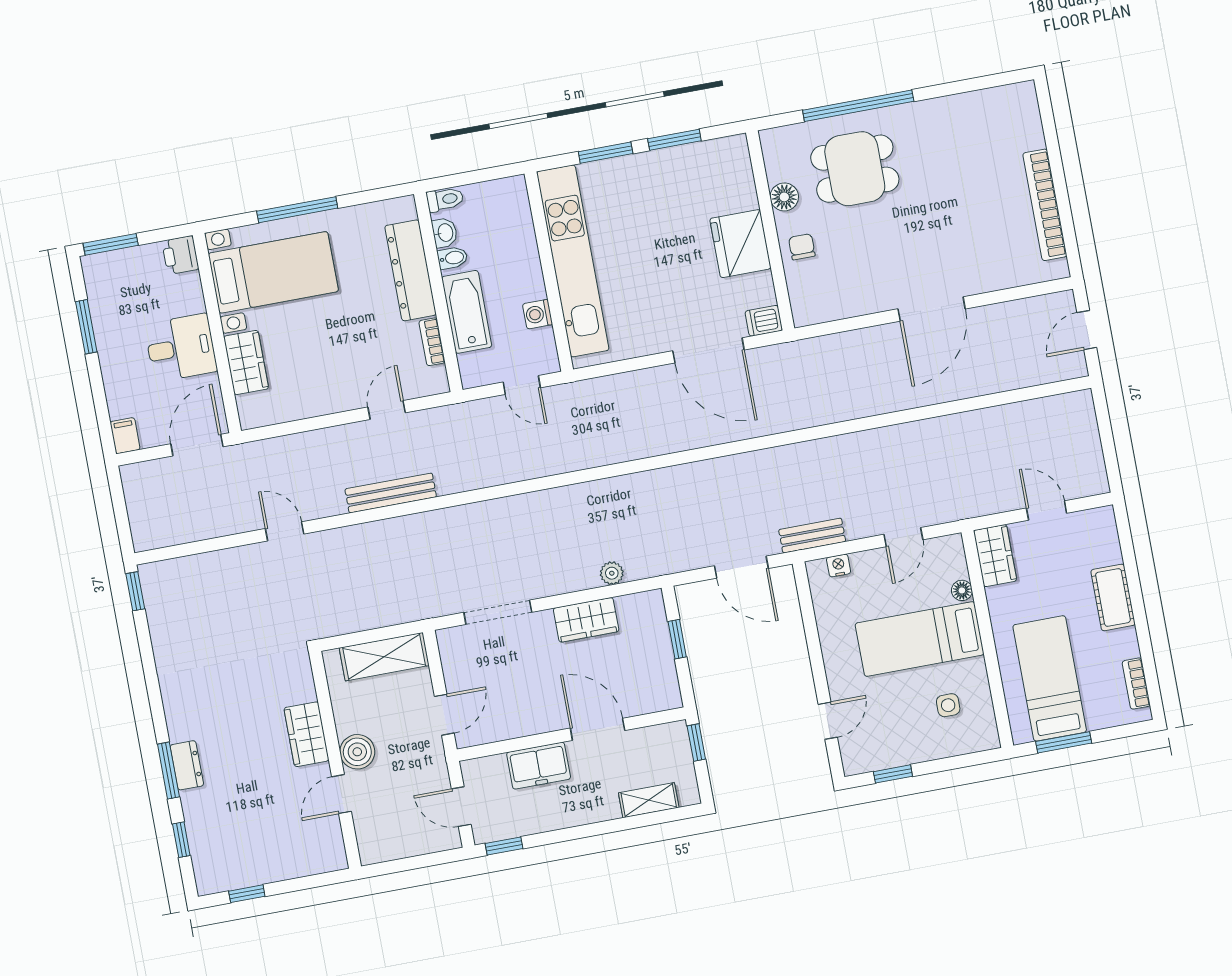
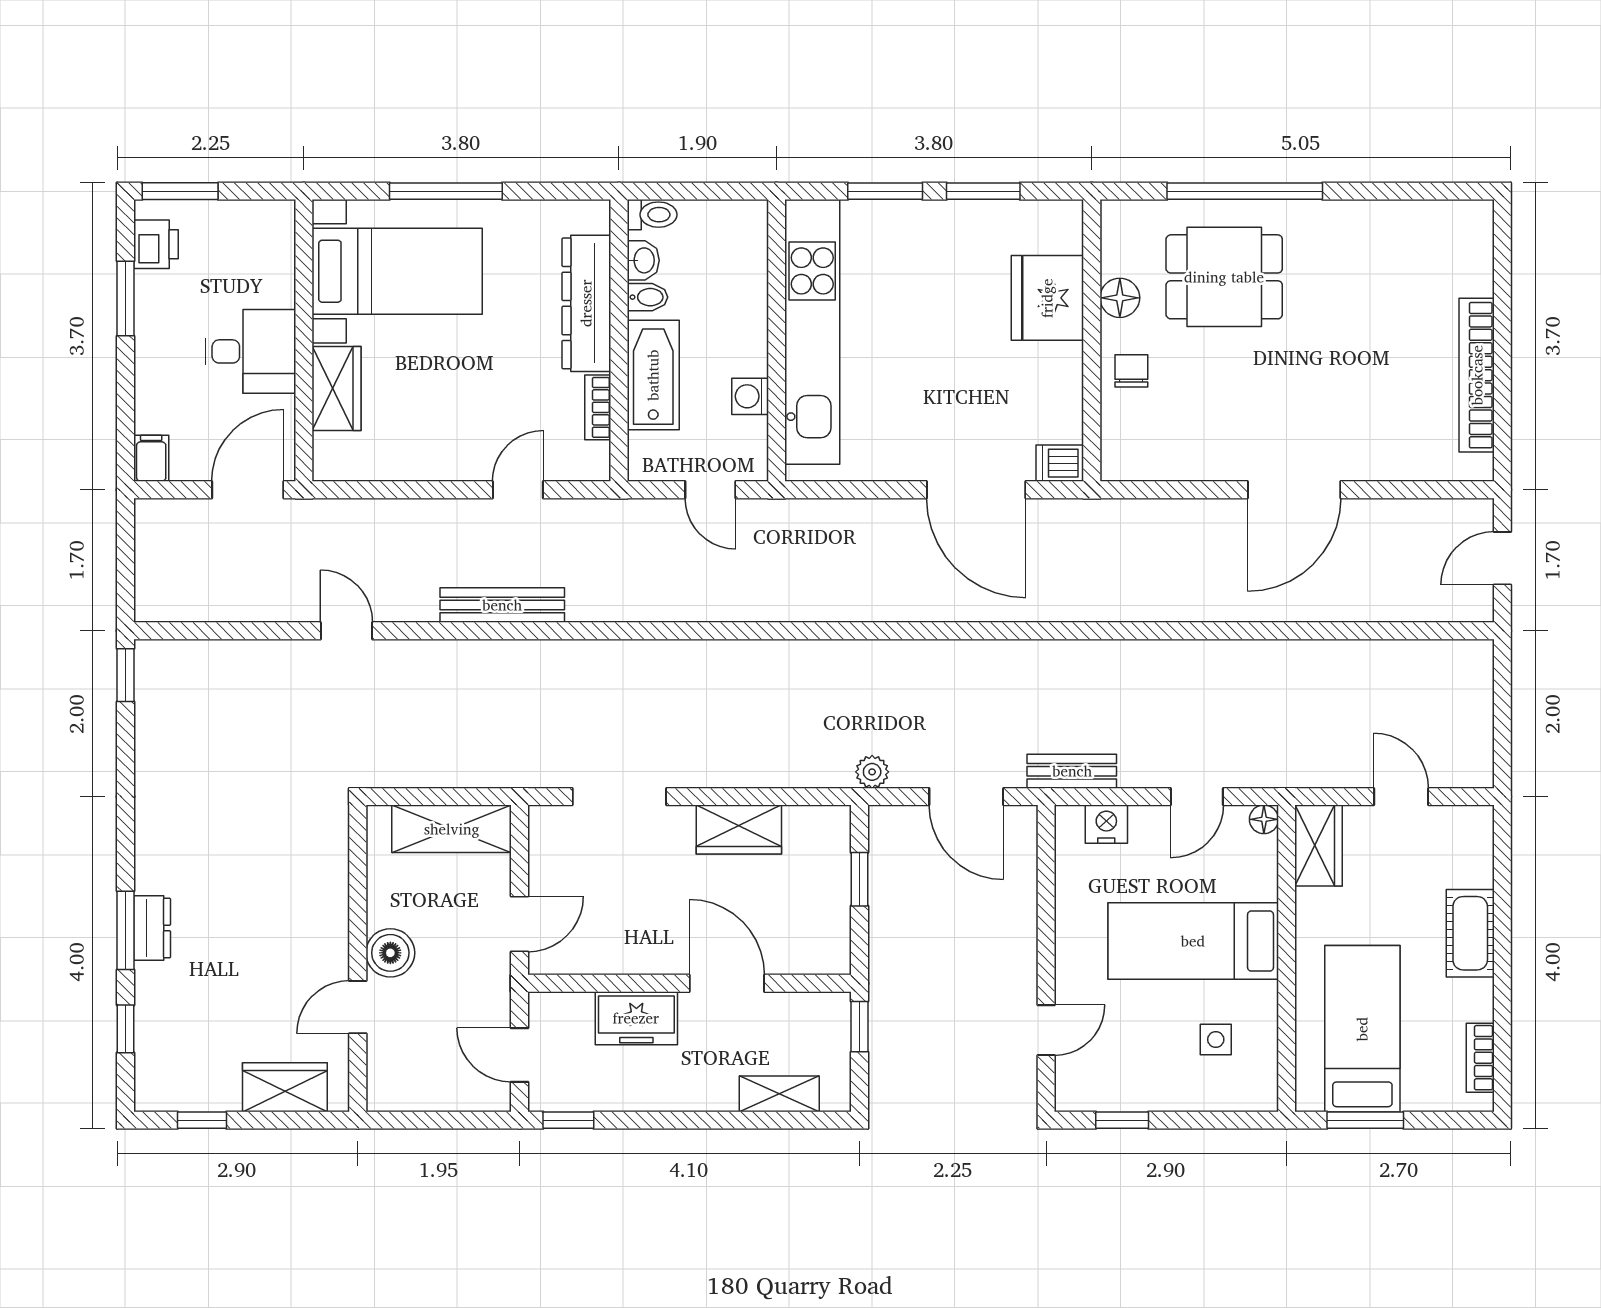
fridge: (740, 244) -> (1047, 298), moved
printer: (180, 255) -> (156, 244), moved, turned 180
nightstand: (839, 565) -> (1106, 824), width x1.39, depth x1.35
plant: (612, 573) -> (872, 772), moved
floor lamp: (962, 590) -> (1264, 819), moved
wardrobe: (307, 734) -> (285, 1087), moved, turned 90

